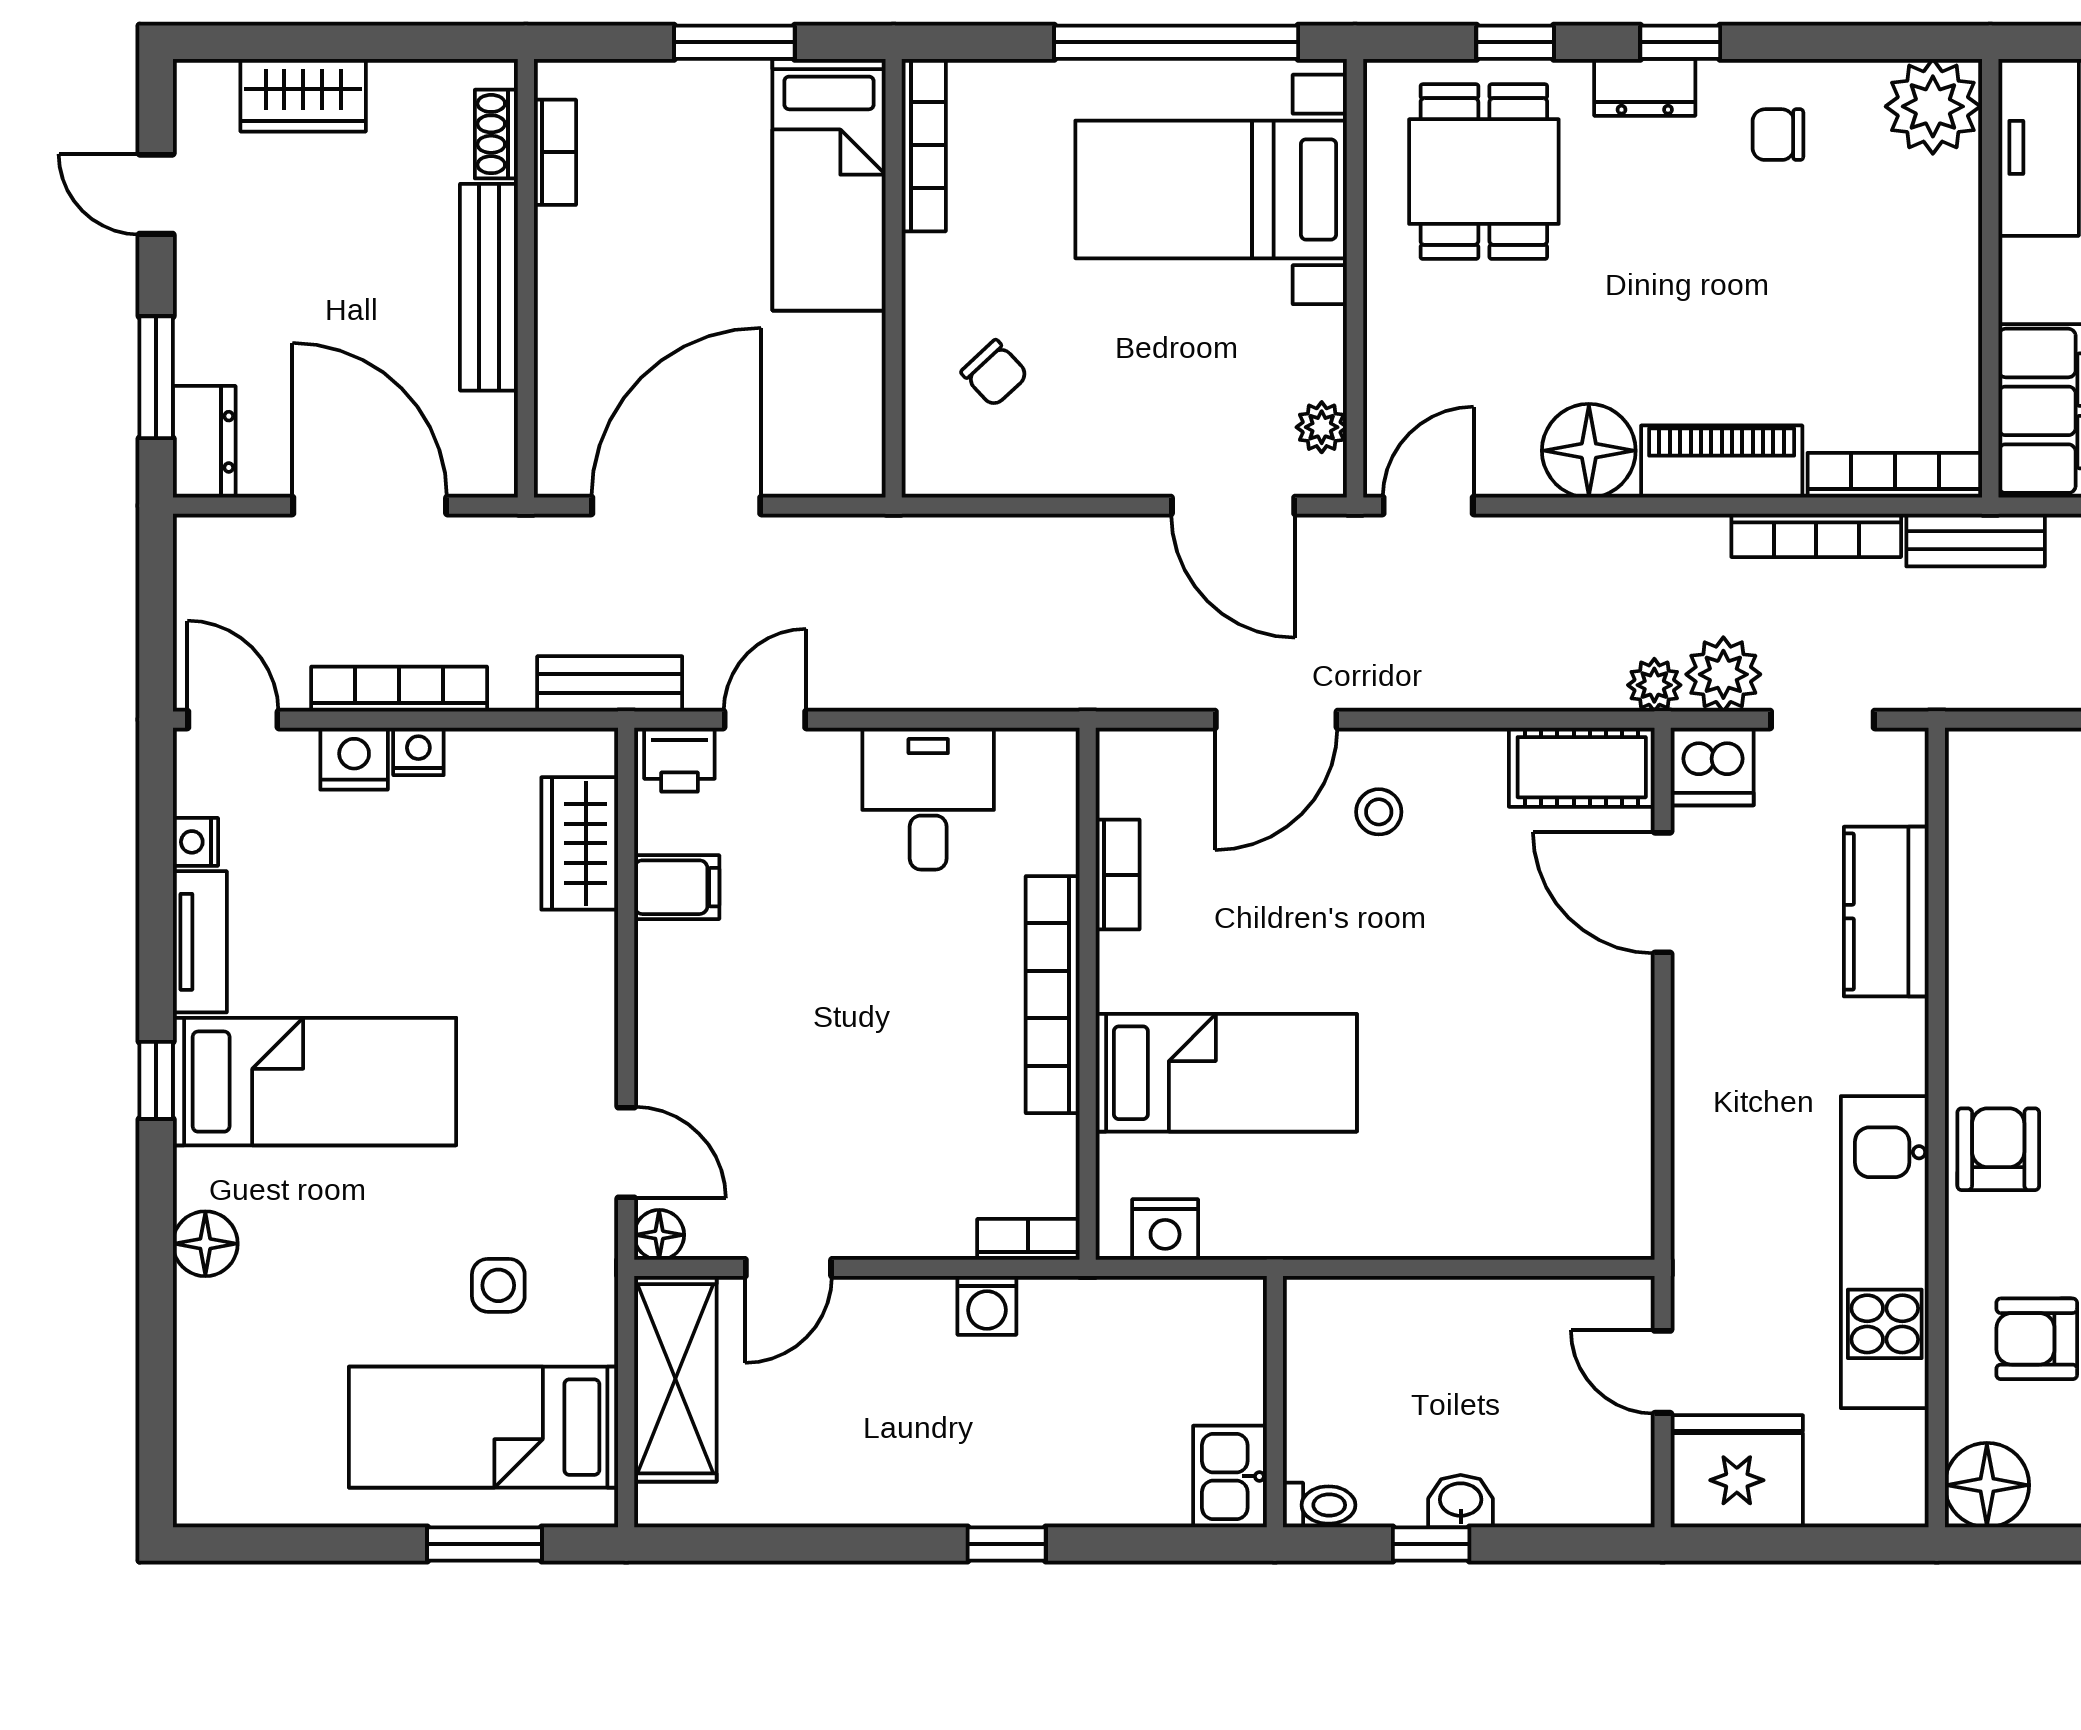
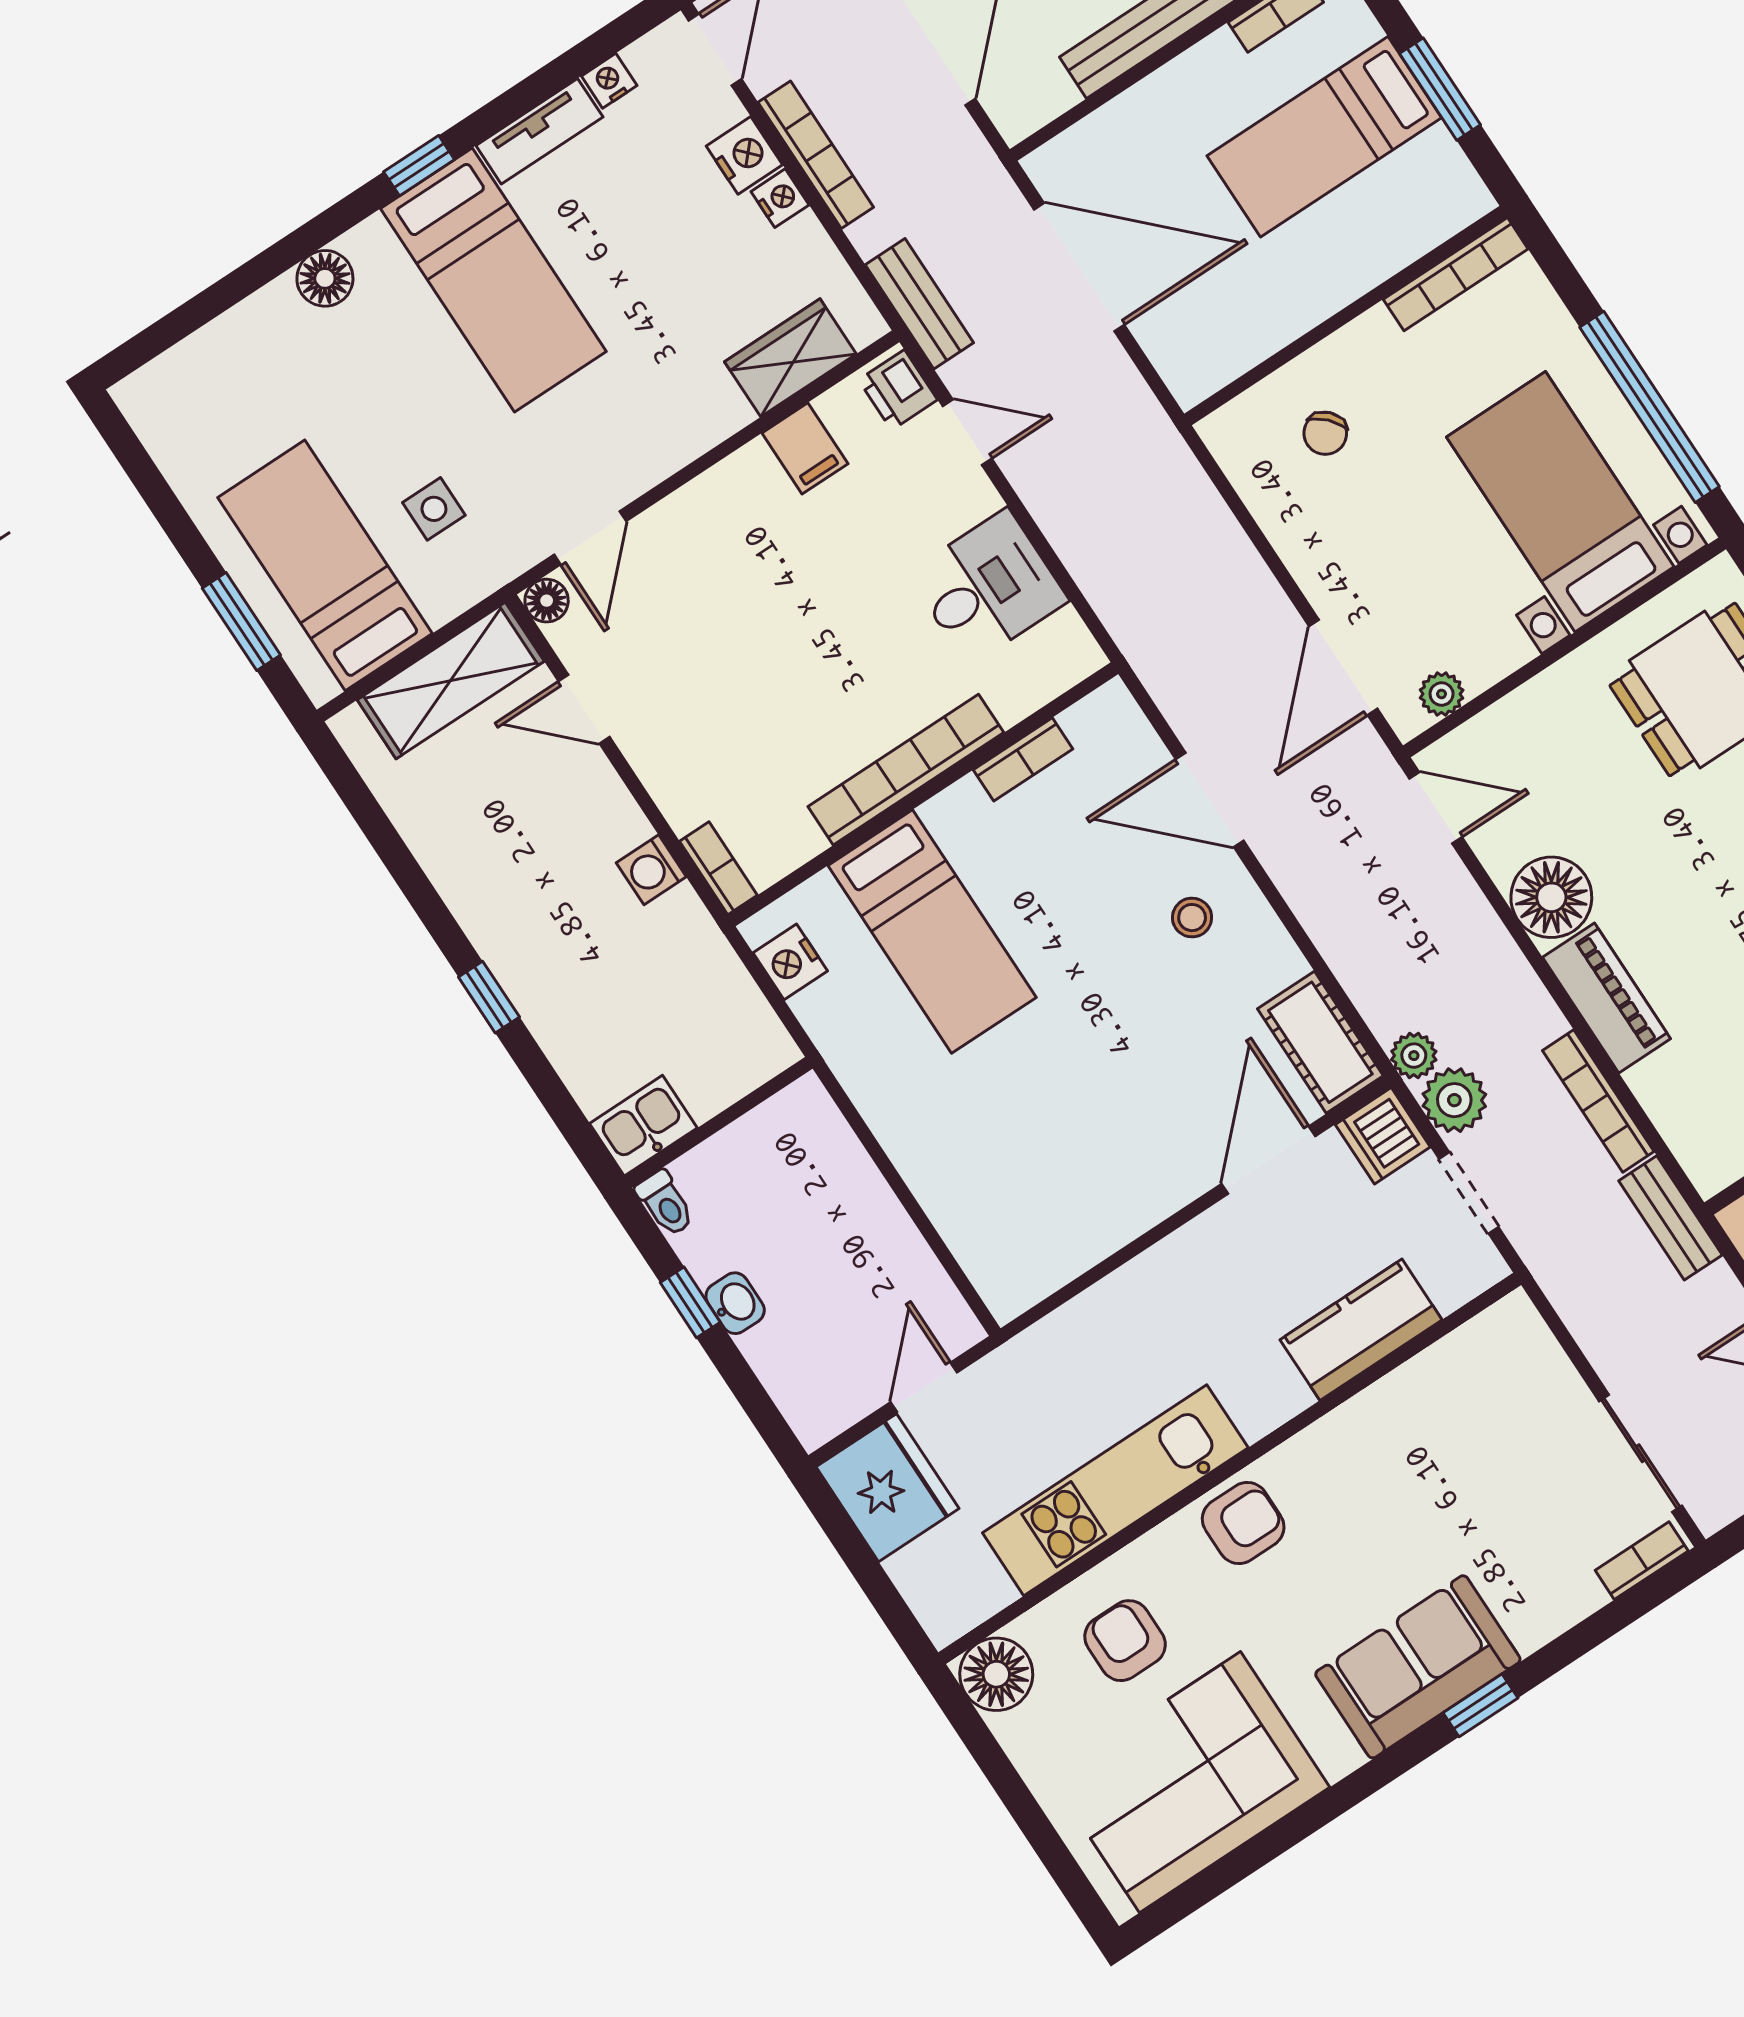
bed: (829, 185) -> (1324, 137), moved
bookcase: (1895, 475) -> (1679, 1129), removed

